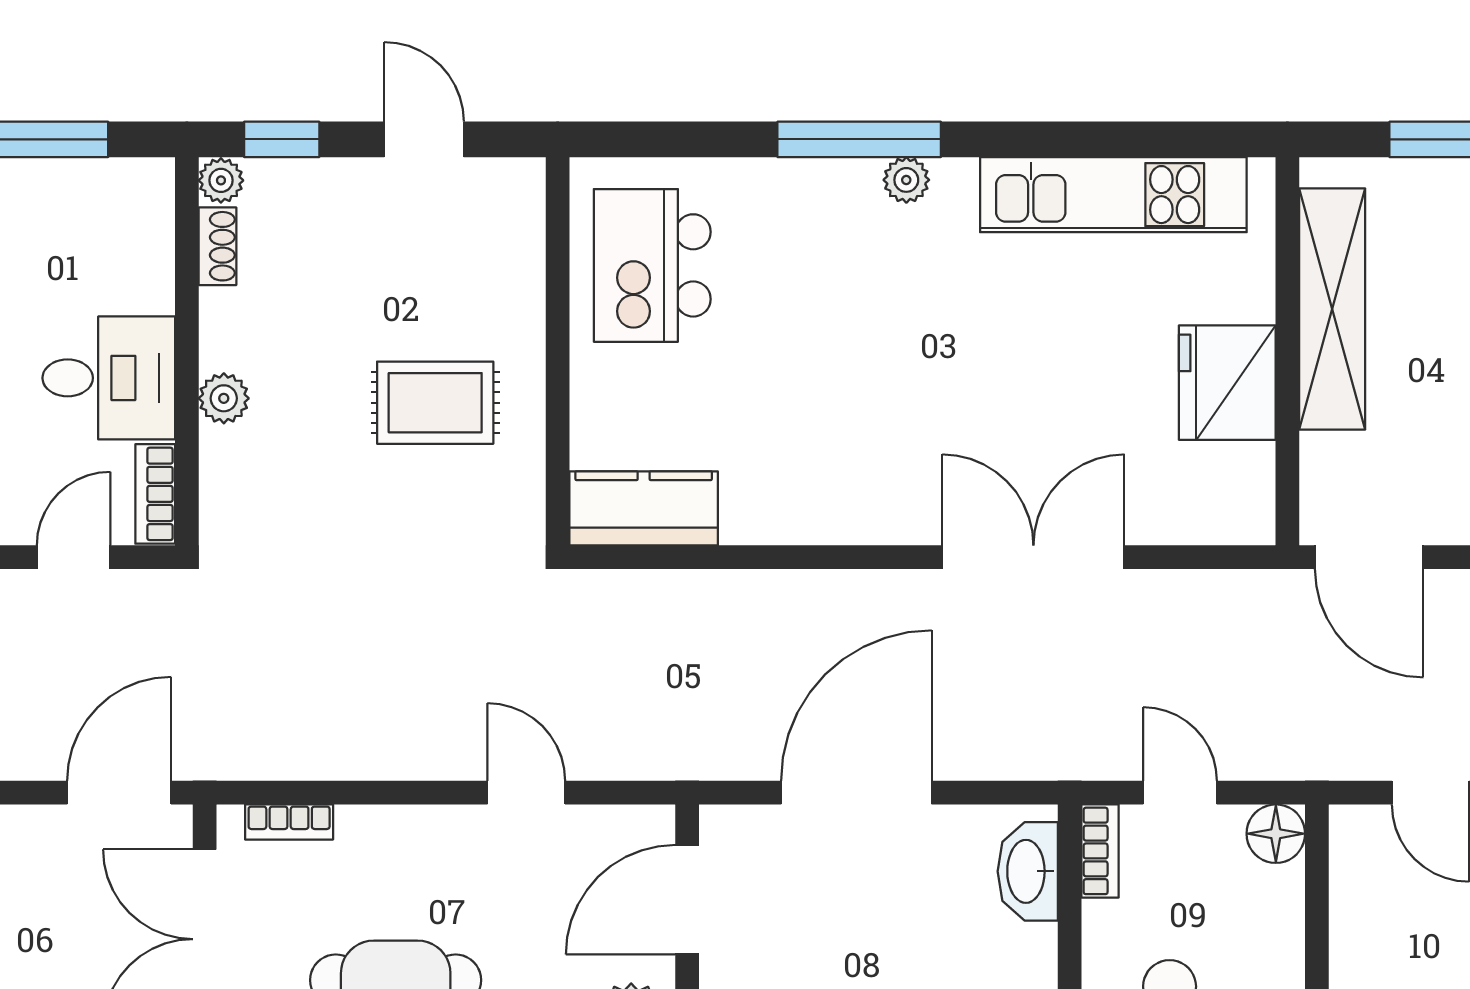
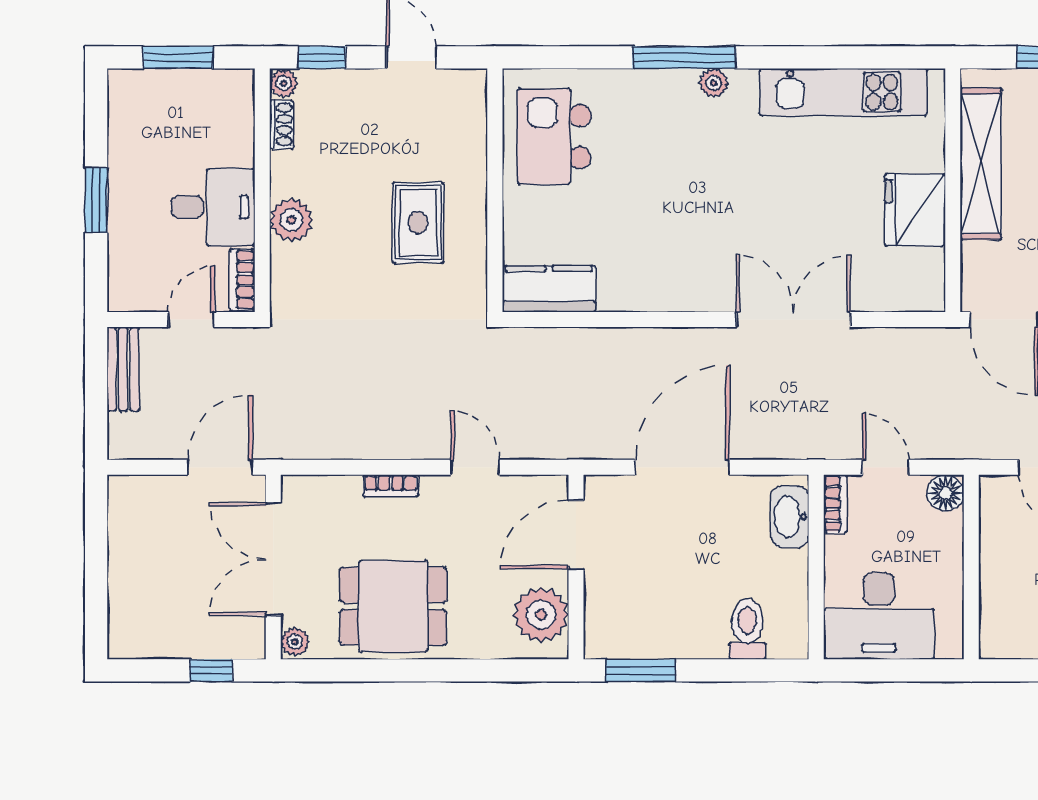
plant: (224, 398) -> (291, 220), width x1.38, depth x1.38
rug: (435, 403) -> (418, 223), turned 90
bookcase: (289, 822) -> (391, 486), moved

